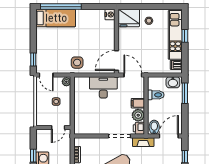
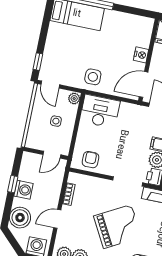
nightstand: (110, 15) -> (141, 55), moved
desk: (103, 87) -> (100, 111), moved
armchair: (88, 125) -> (90, 160), added

